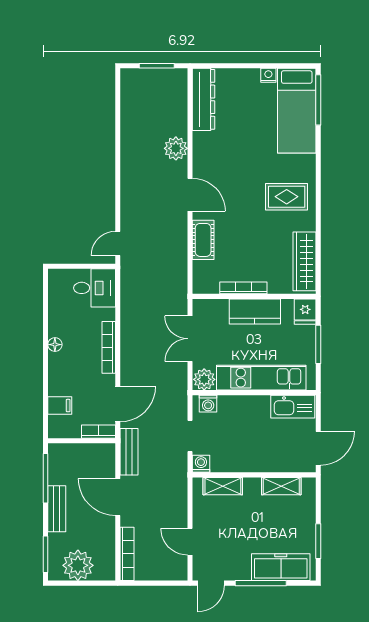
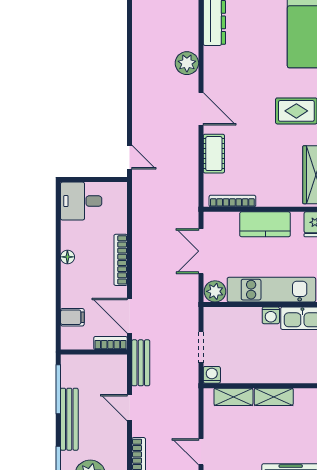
door: (118, 244) -> (130, 157), swing flipped
desk: (95, 288) -> (81, 201), moved, turned 180
bookcase: (243, 288) -> (232, 201), moved
door: (118, 404) -> (130, 316), swing flipped
washing machine: (208, 404) -> (271, 315), moved
shelving: (281, 486) -> (274, 397), moved
door: (118, 497) -> (130, 408), width x0.73
bench: (57, 509) -> (69, 419), width x1.36

